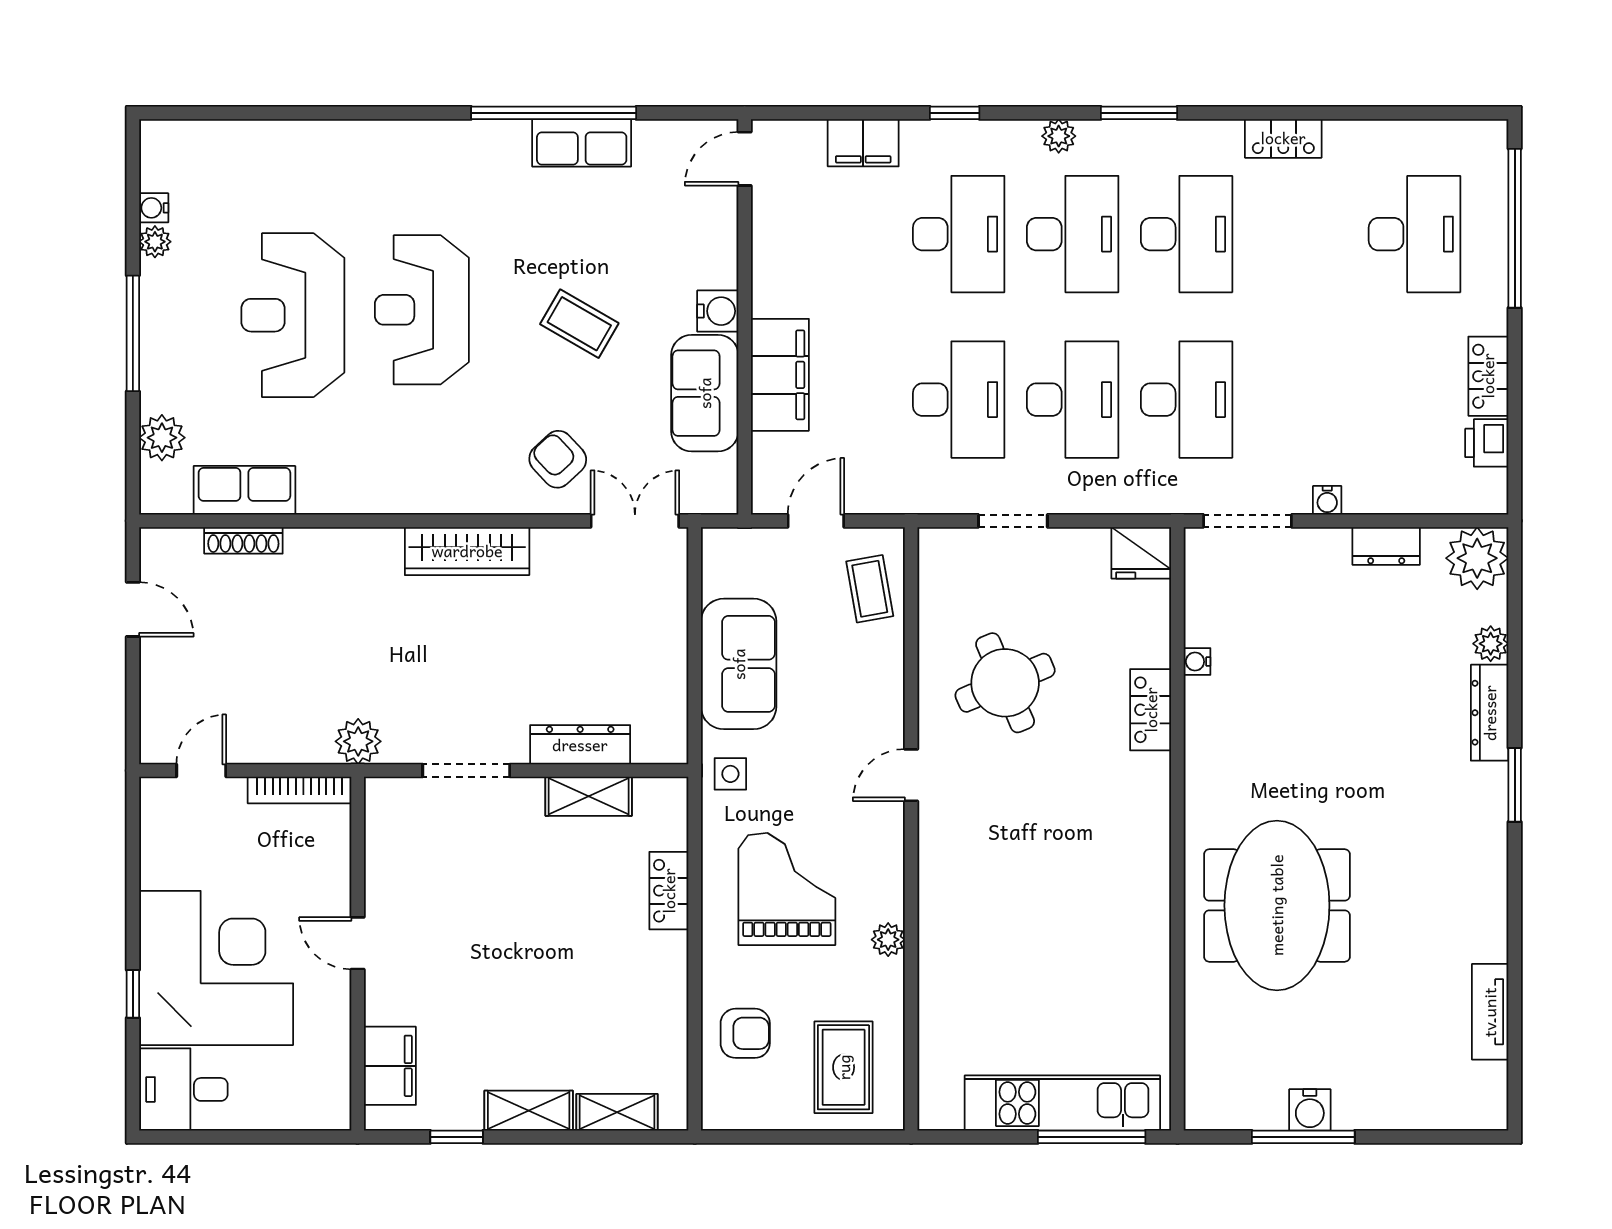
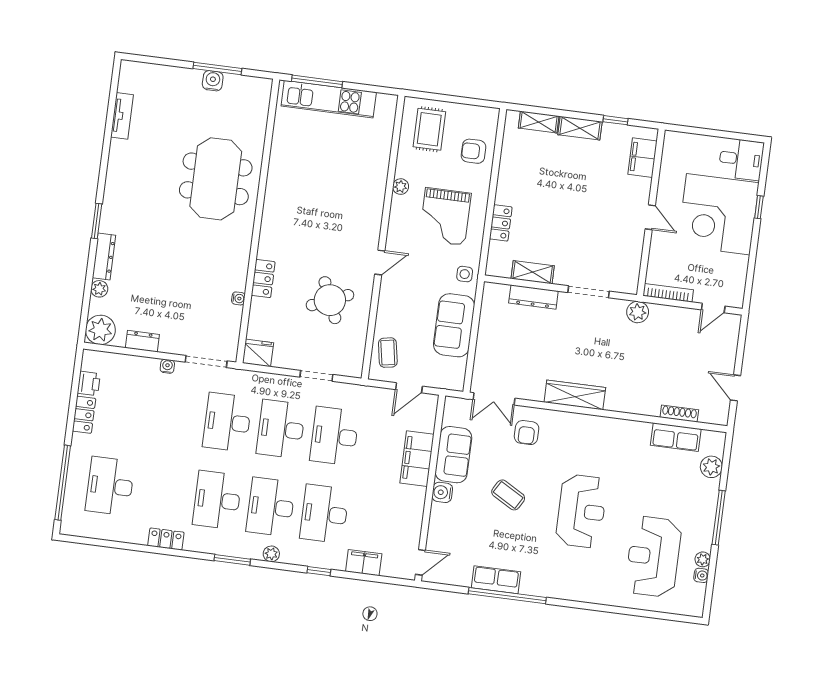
reception desk: (293, 315) -> (653, 557), moved, turned 180
armchair: (558, 459) -> (527, 433), turned 43

